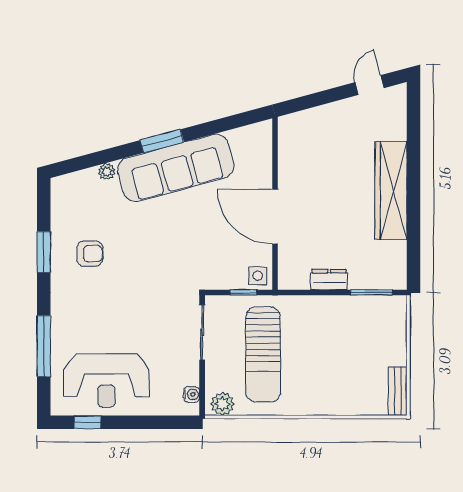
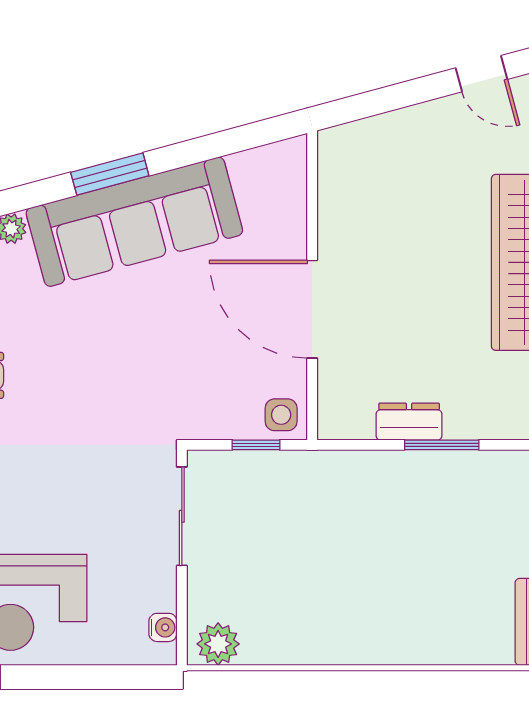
door: (370, 85) -> (482, 74), swing flipped
window: (371, 292) -> (442, 445), moved
sun lounger: (263, 354) -> (291, 556), removed

